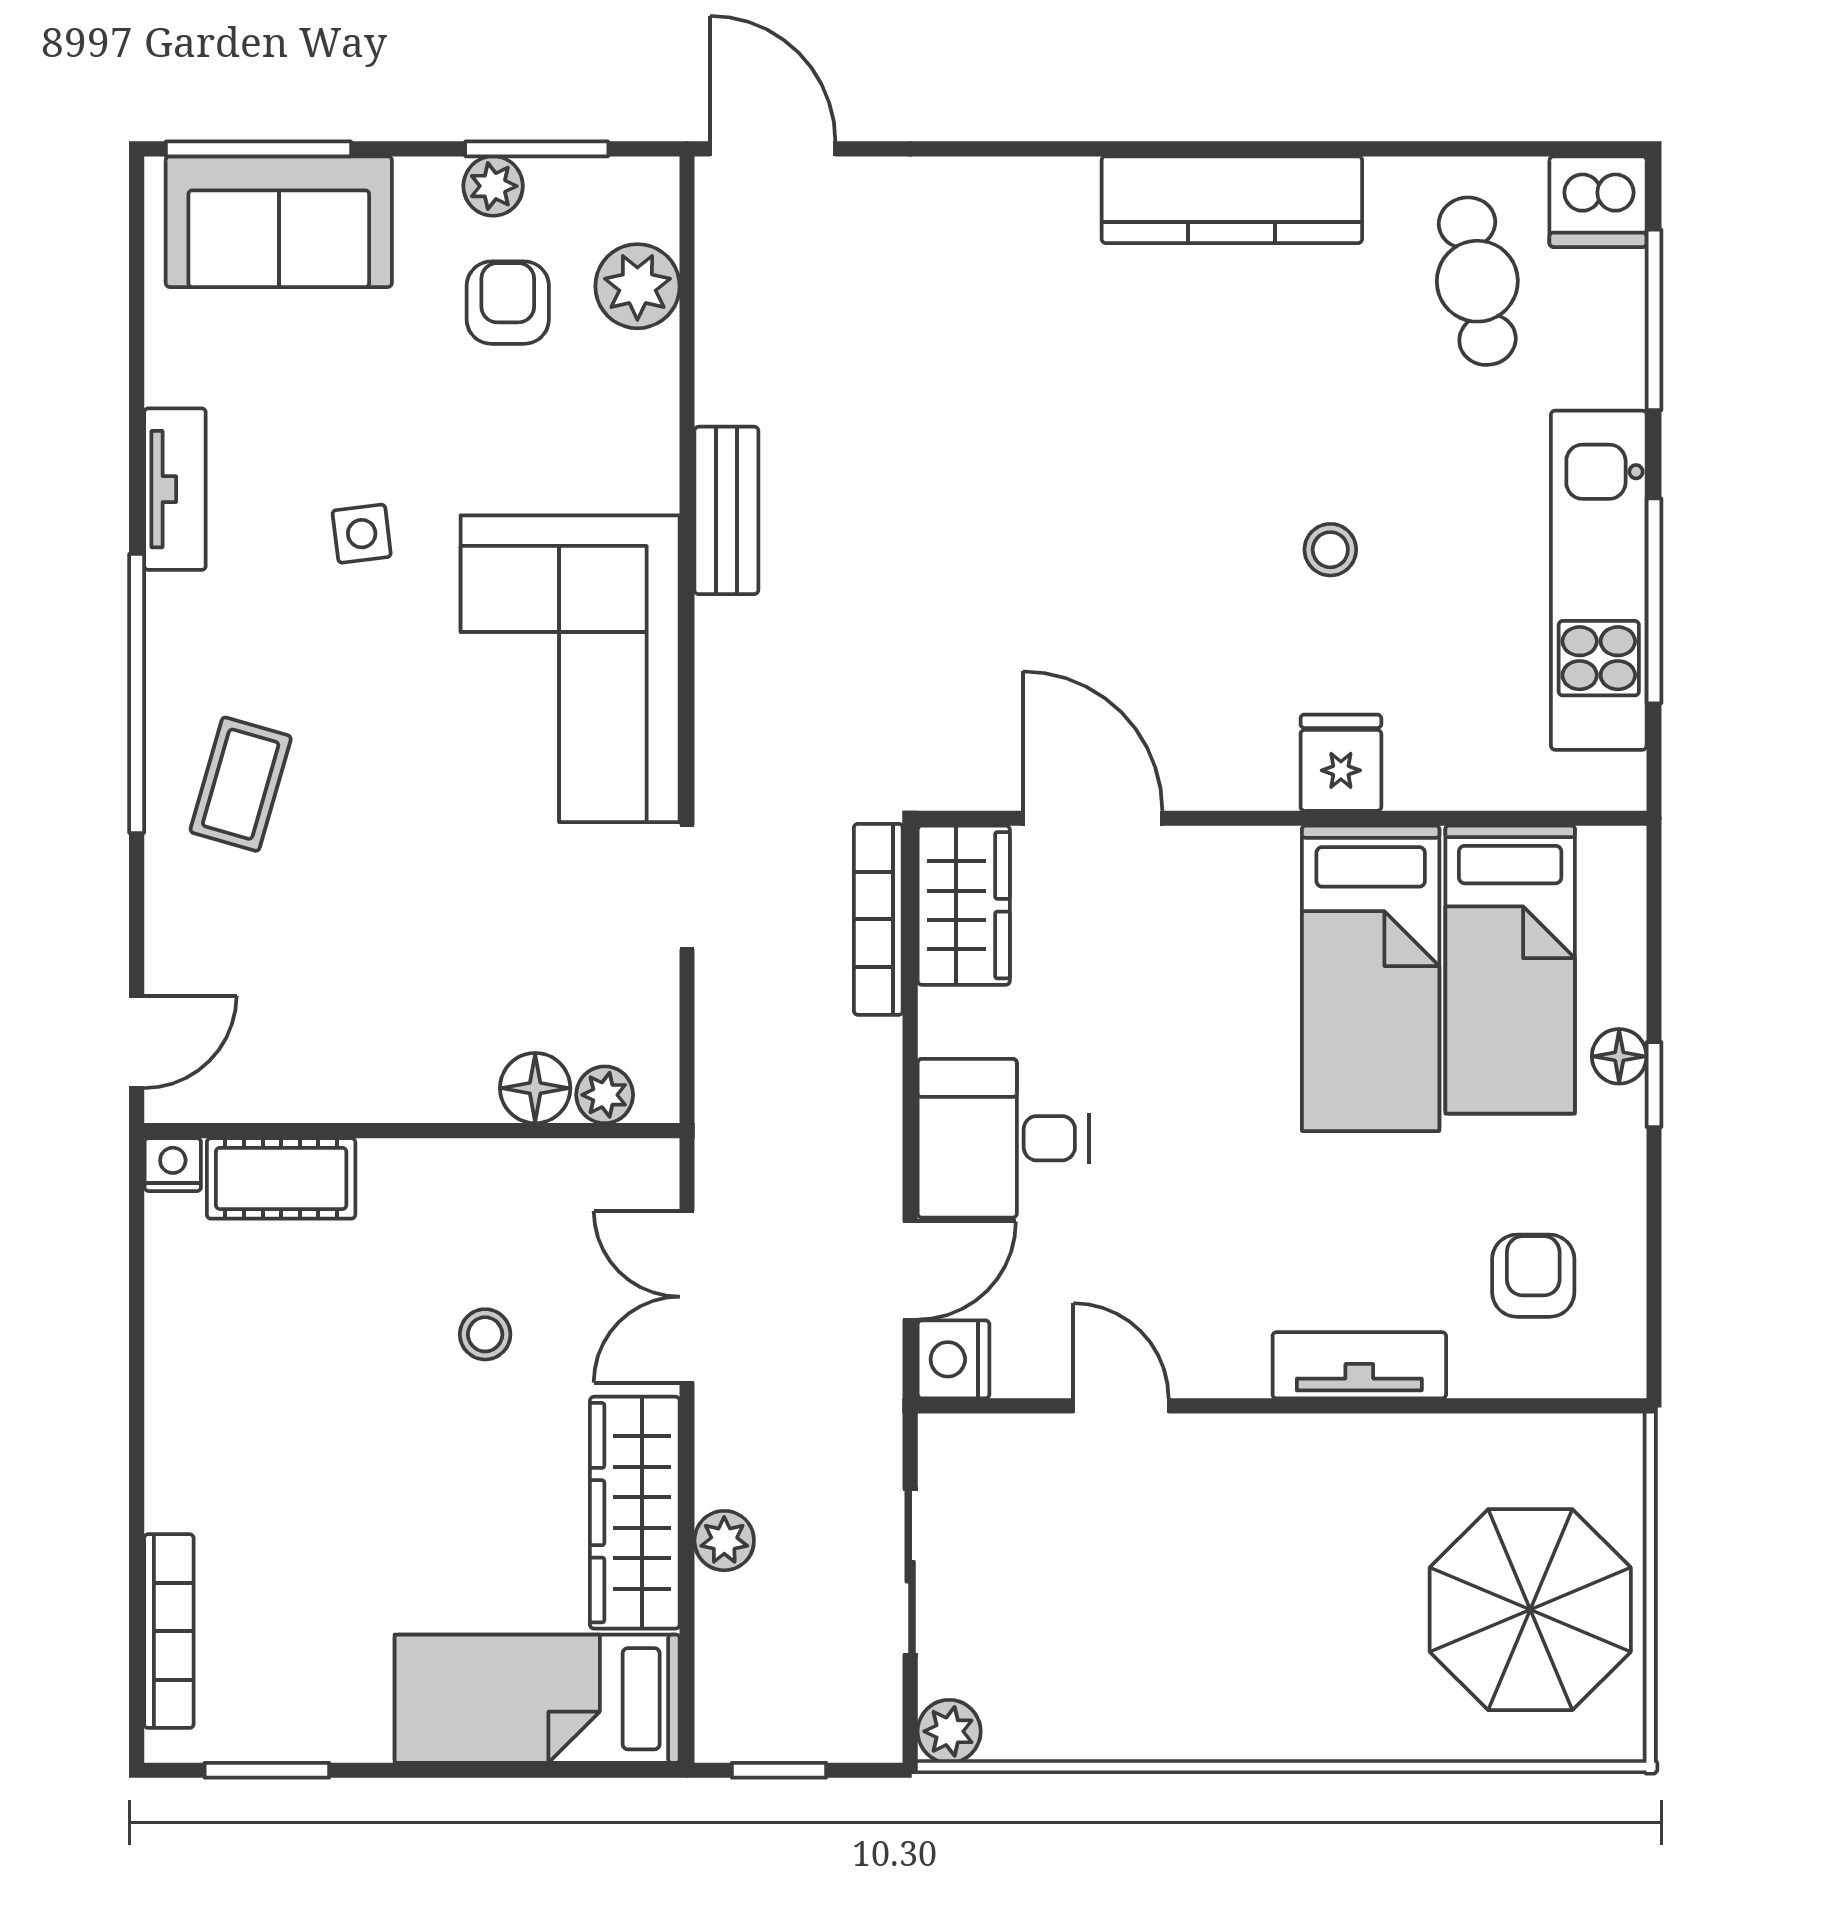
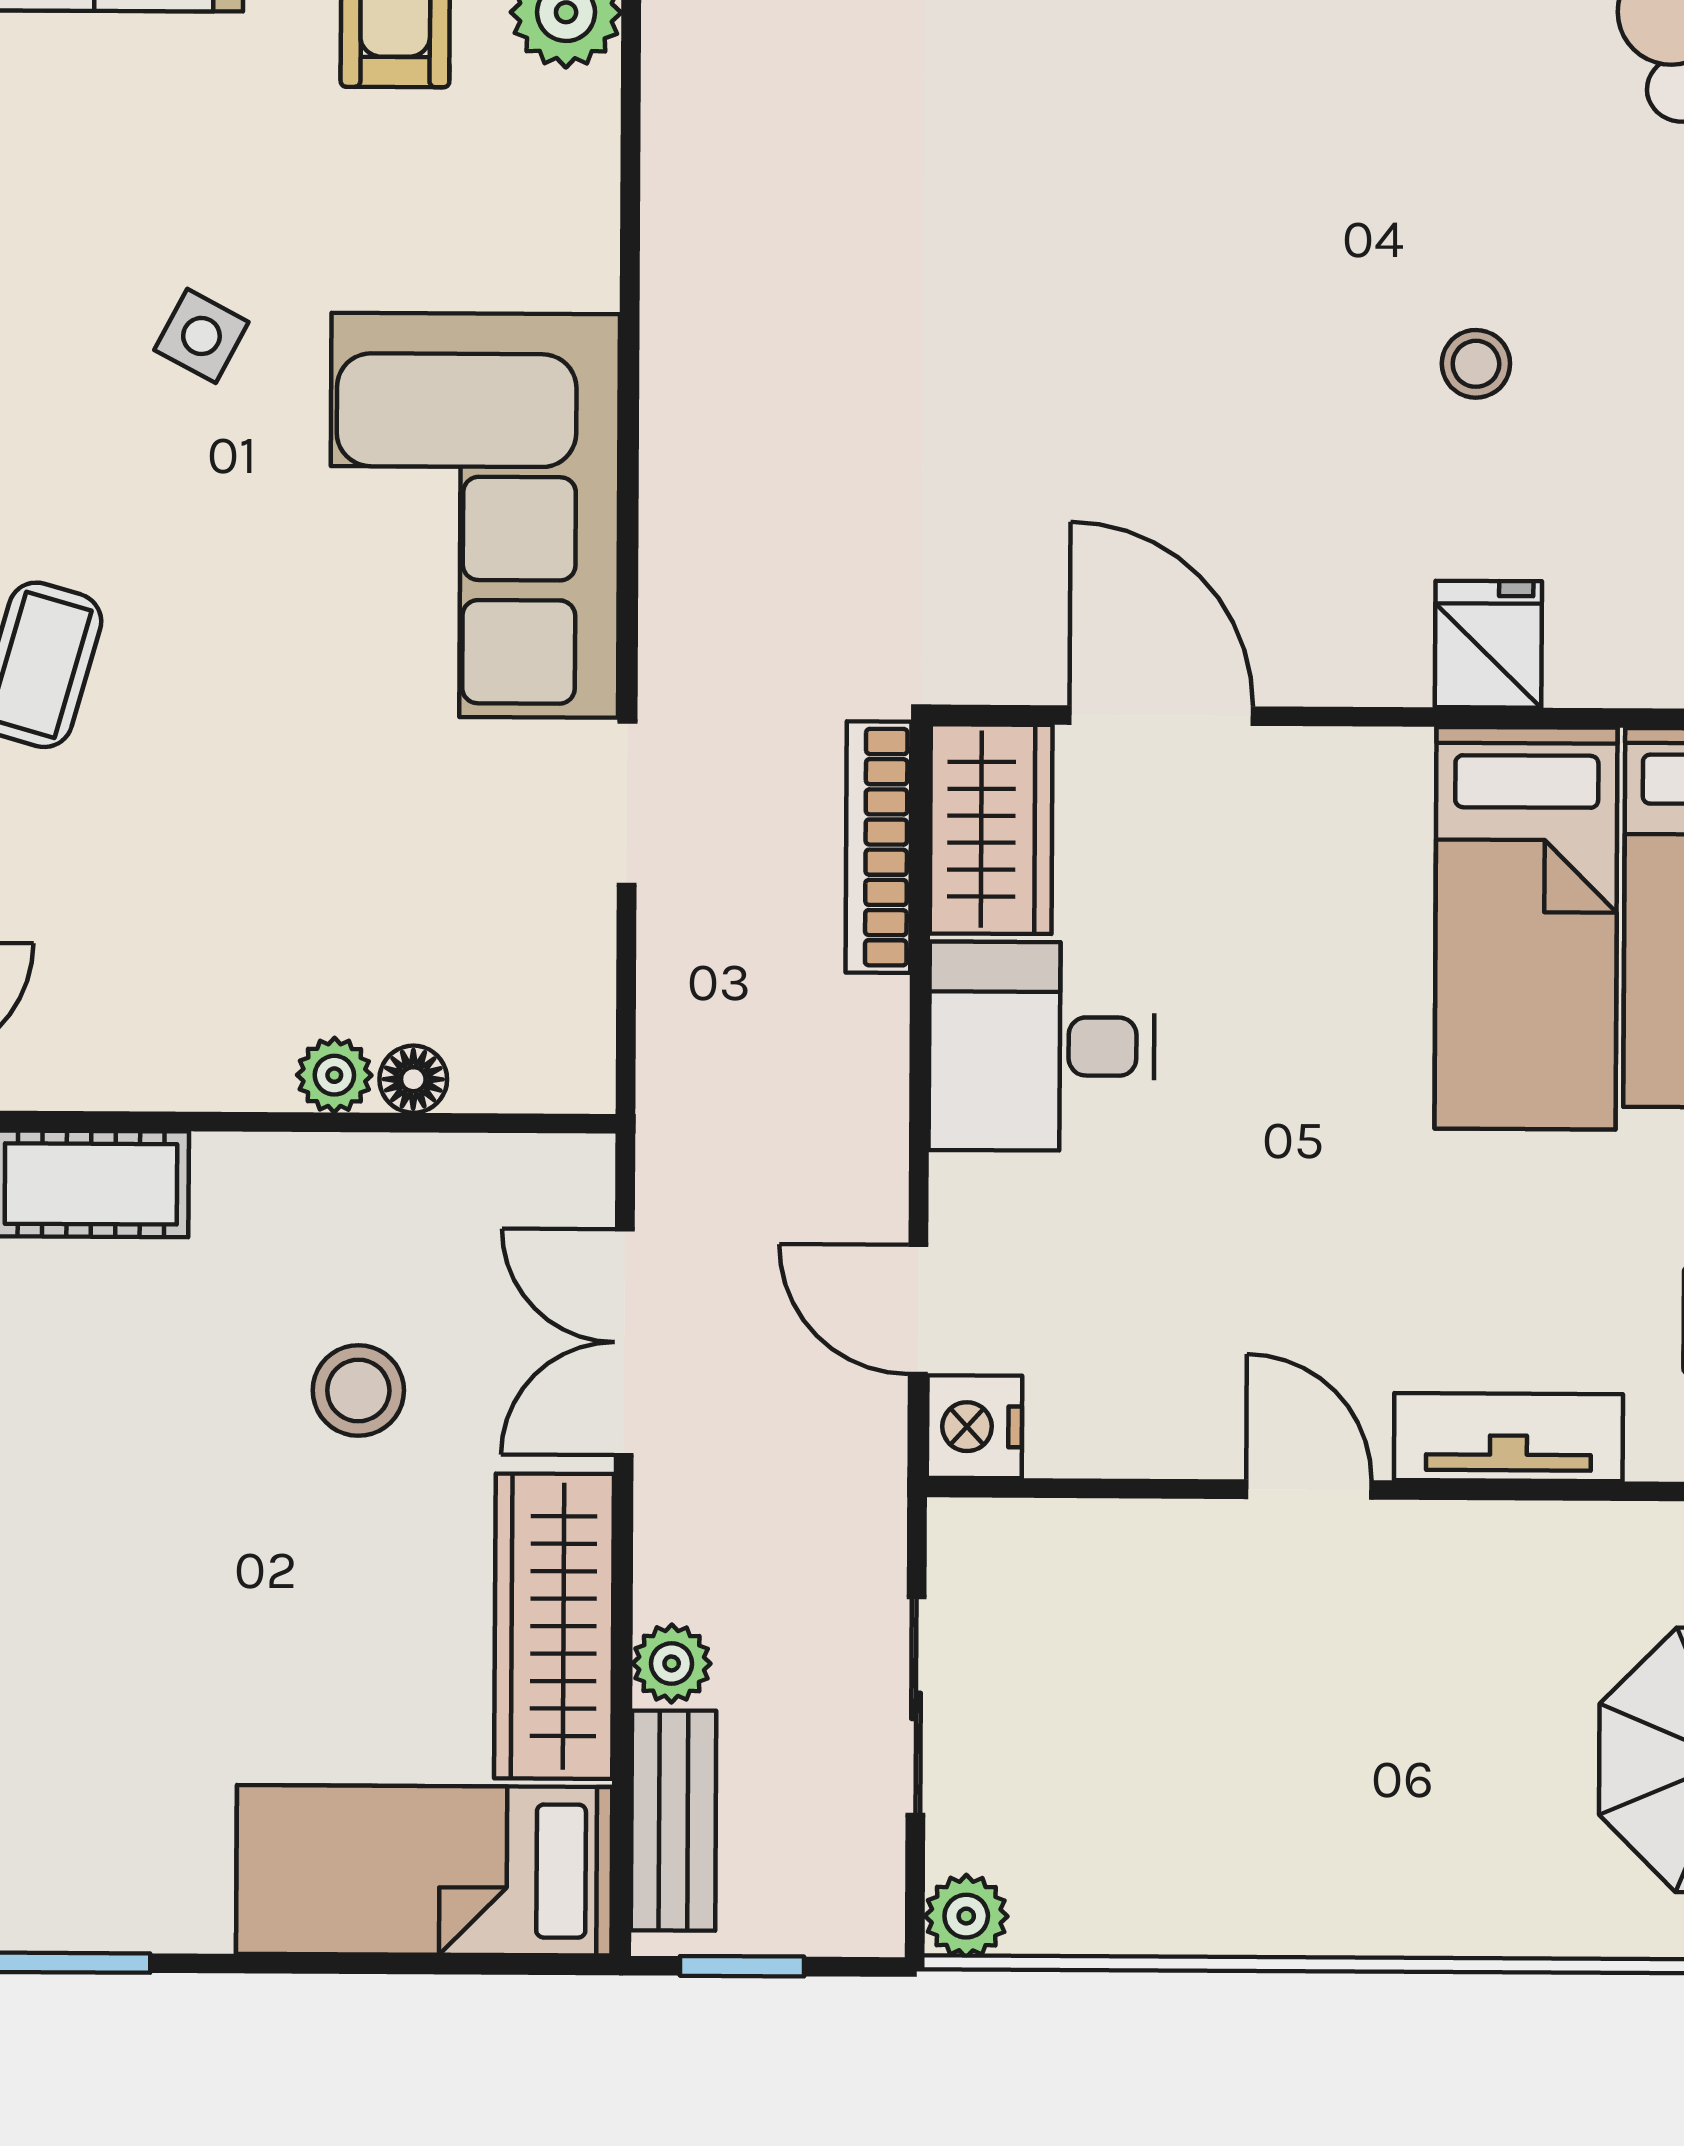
bench: (726, 510) -> (674, 1821), moved
side table: (362, 534) -> (201, 336), turned 35
floor lamp: (535, 1088) -> (413, 1079), width x0.73, depth x0.73
plant: (605, 1095) -> (334, 1075), moved
desk: (1003, 1138) -> (1042, 1046), moved
door: (910, 1271) -> (918, 1310), swing flipped
stool: (485, 1334) -> (358, 1390), width x1.37, depth x1.37
door: (1121, 1406) -> (1309, 1490), moved

